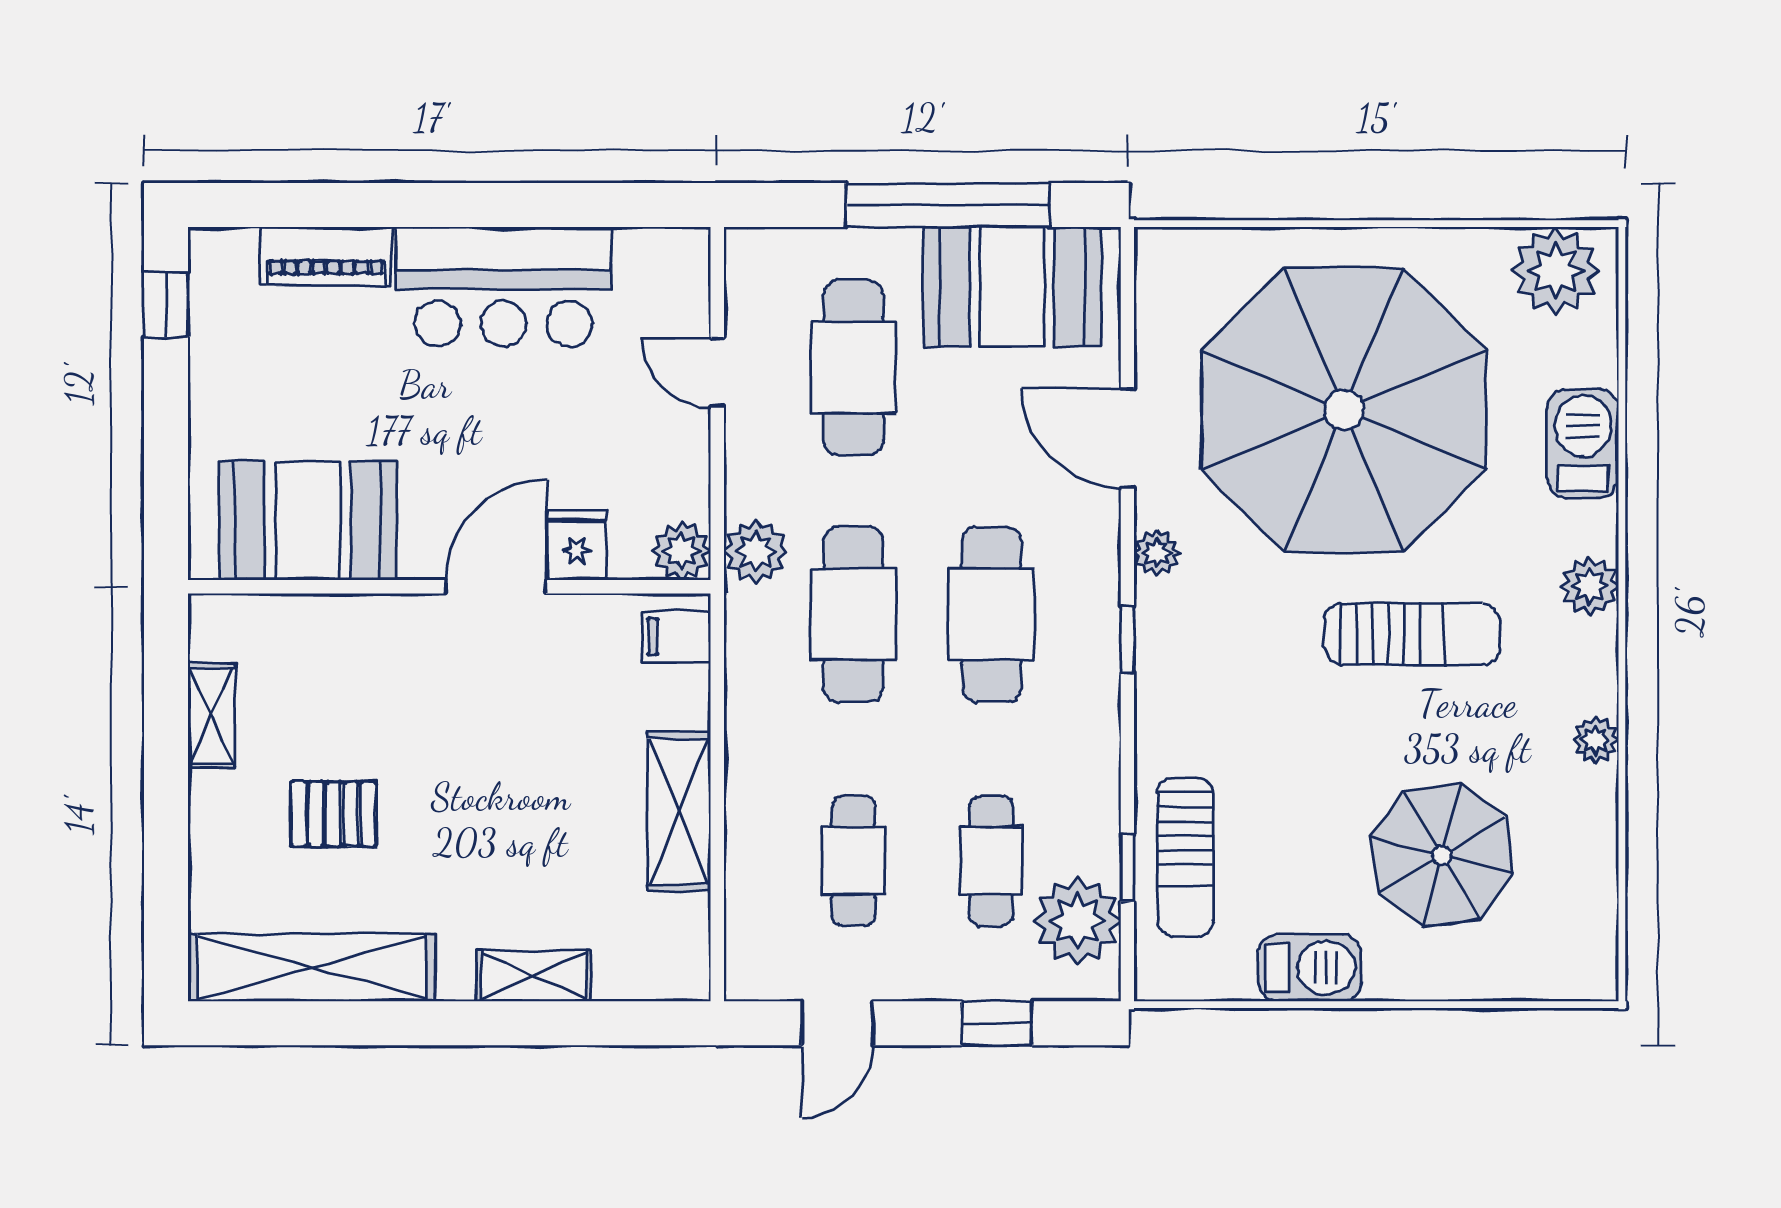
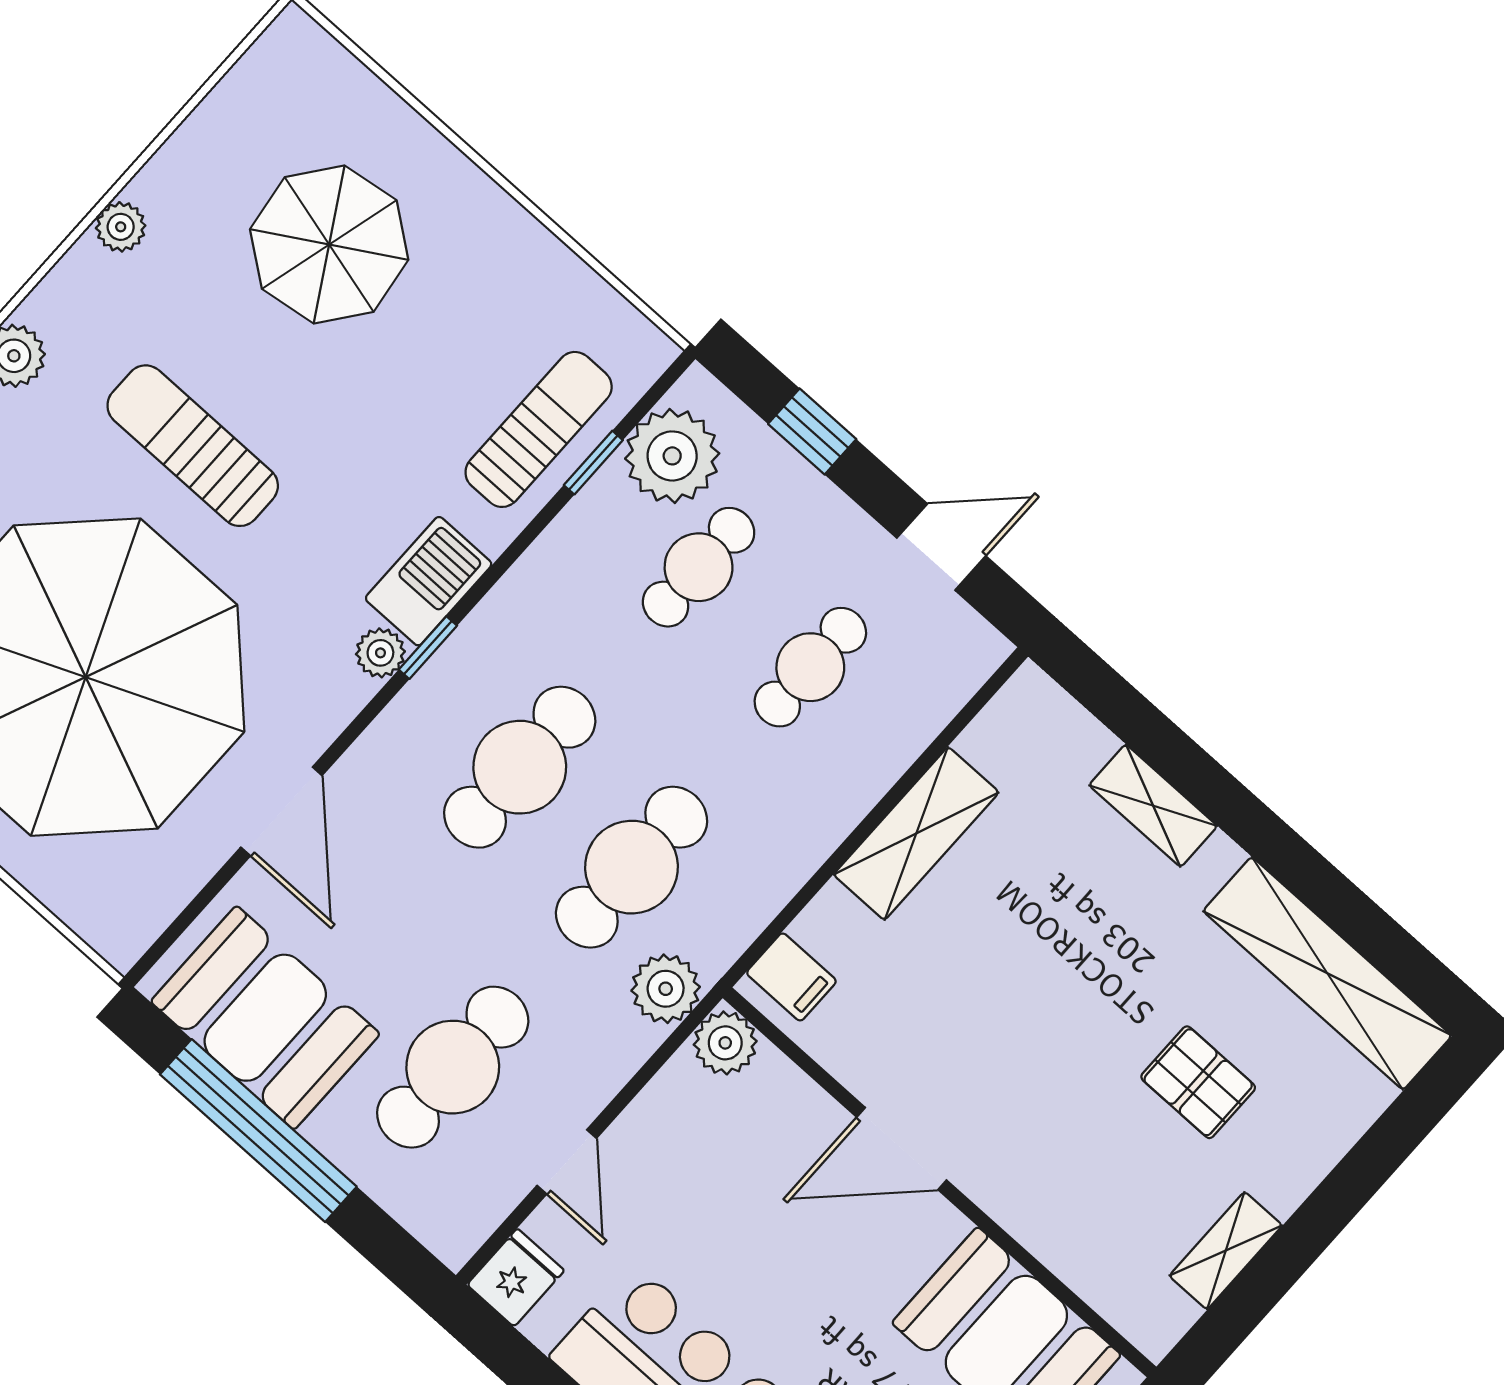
fridge: (577, 545) -> (516, 1278), moved, turned 180
plant: (1157, 553) -> (380, 653), moved
barbecue: (1310, 968) -> (429, 581), moved, turned 90

